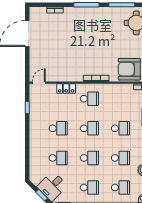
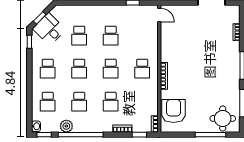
locker: (66, 89) -> (153, 44), removed

